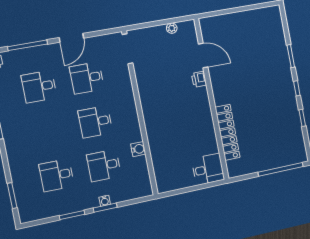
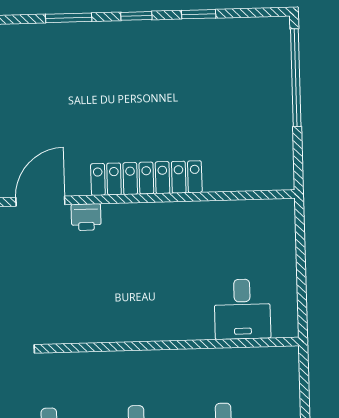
locker: (227, 132) -> (146, 178), moved
water cooler: (138, 149) -> (204, 361), removed
desk: (208, 169) -> (242, 309), moved, turned 180

